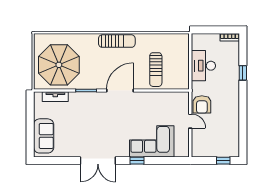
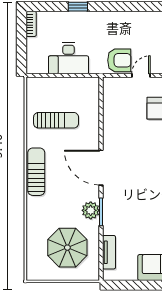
parasol: (59, 65) -> (67, 248), width x0.73, depth x0.73
sun lounger: (156, 70) -> (56, 120), moved
plant: (87, 83) -> (91, 210), added

